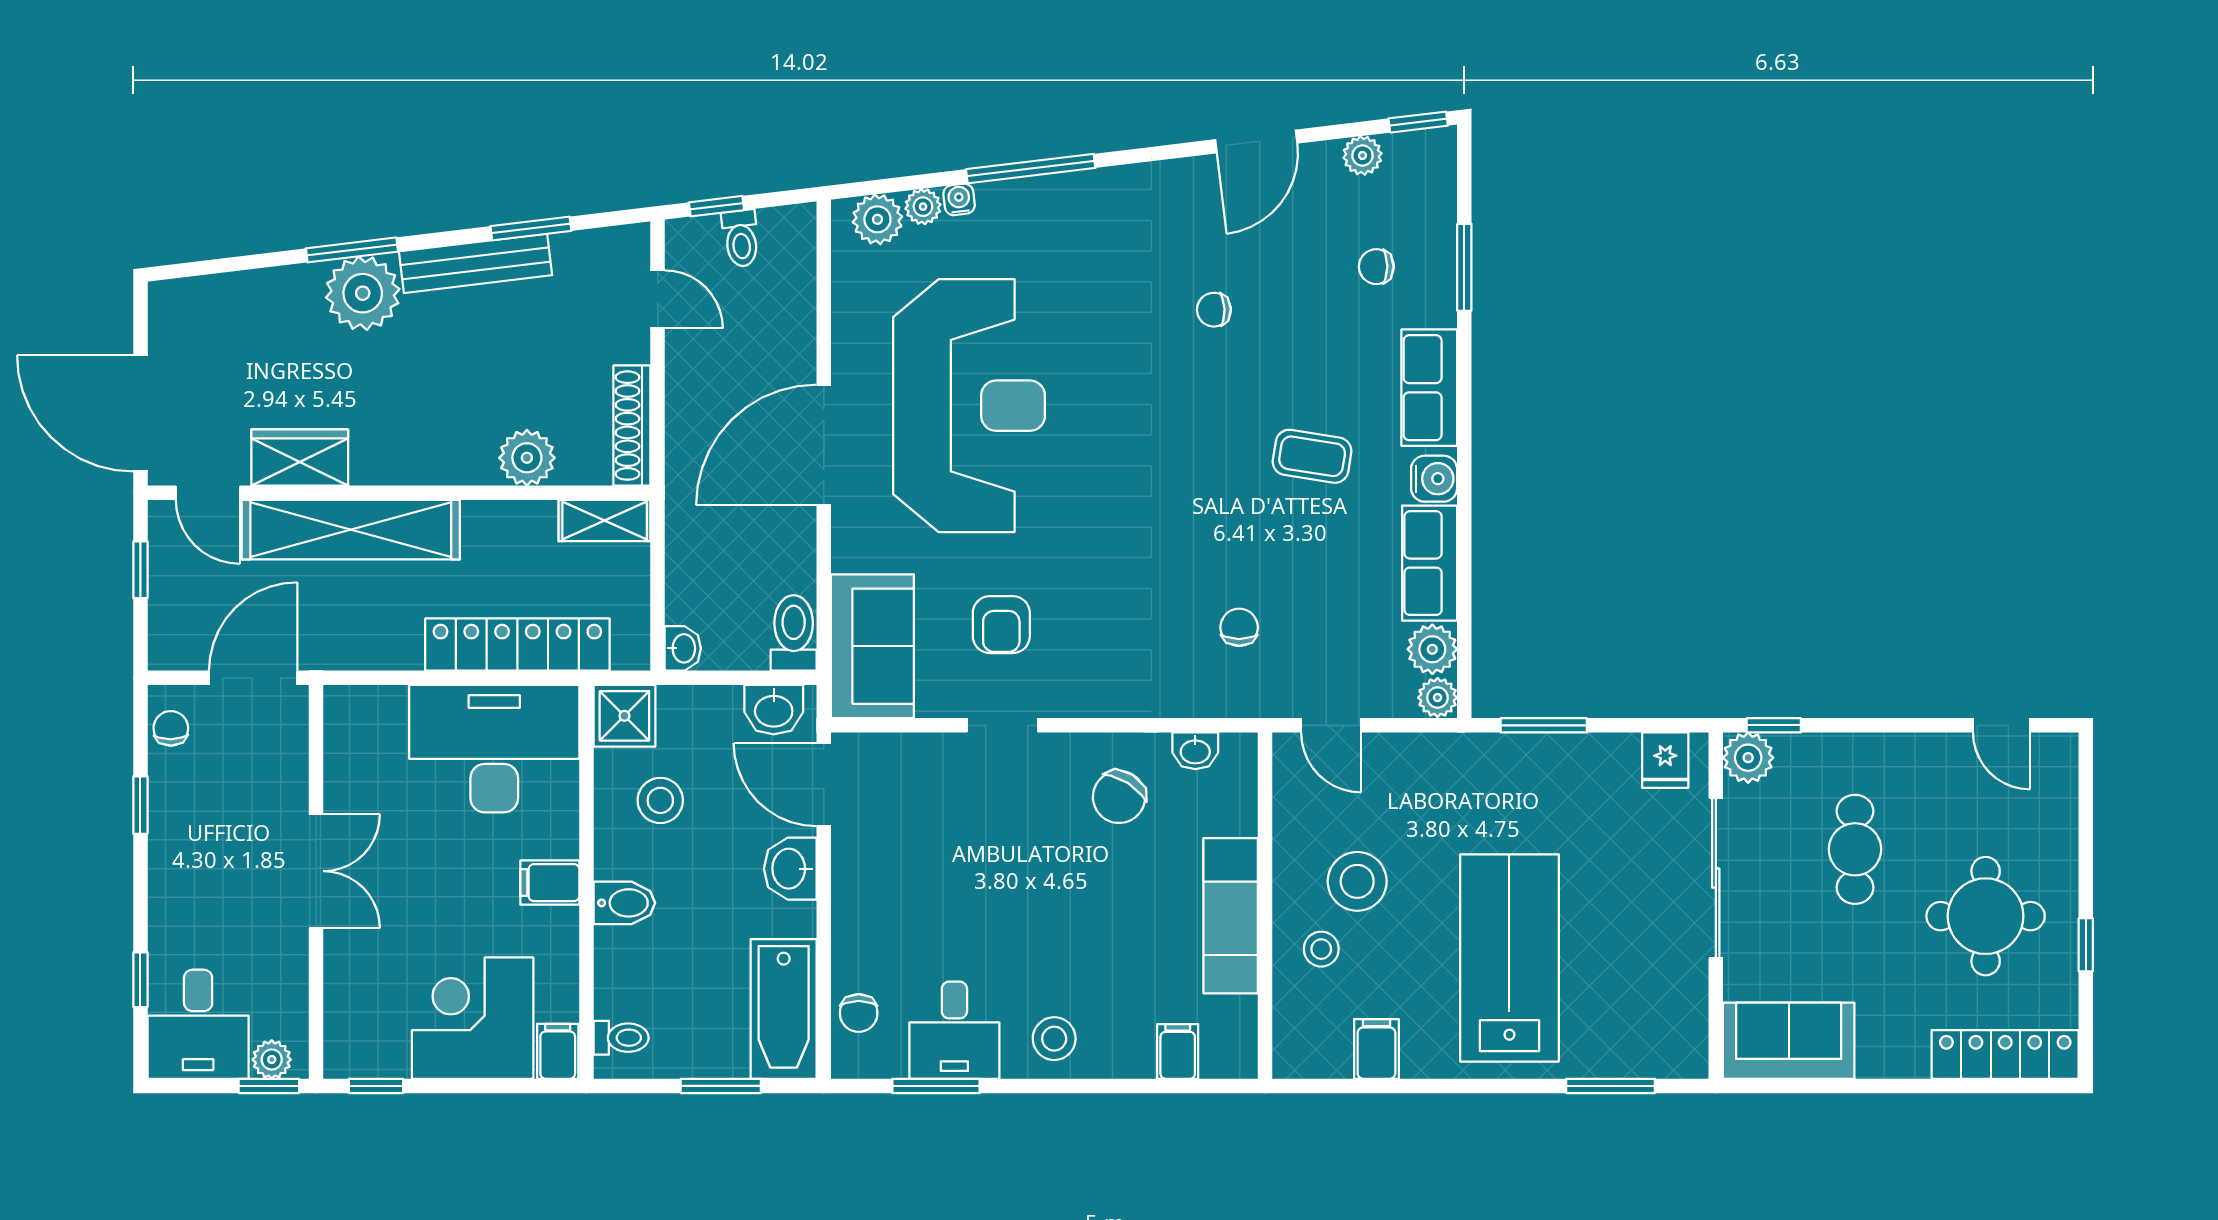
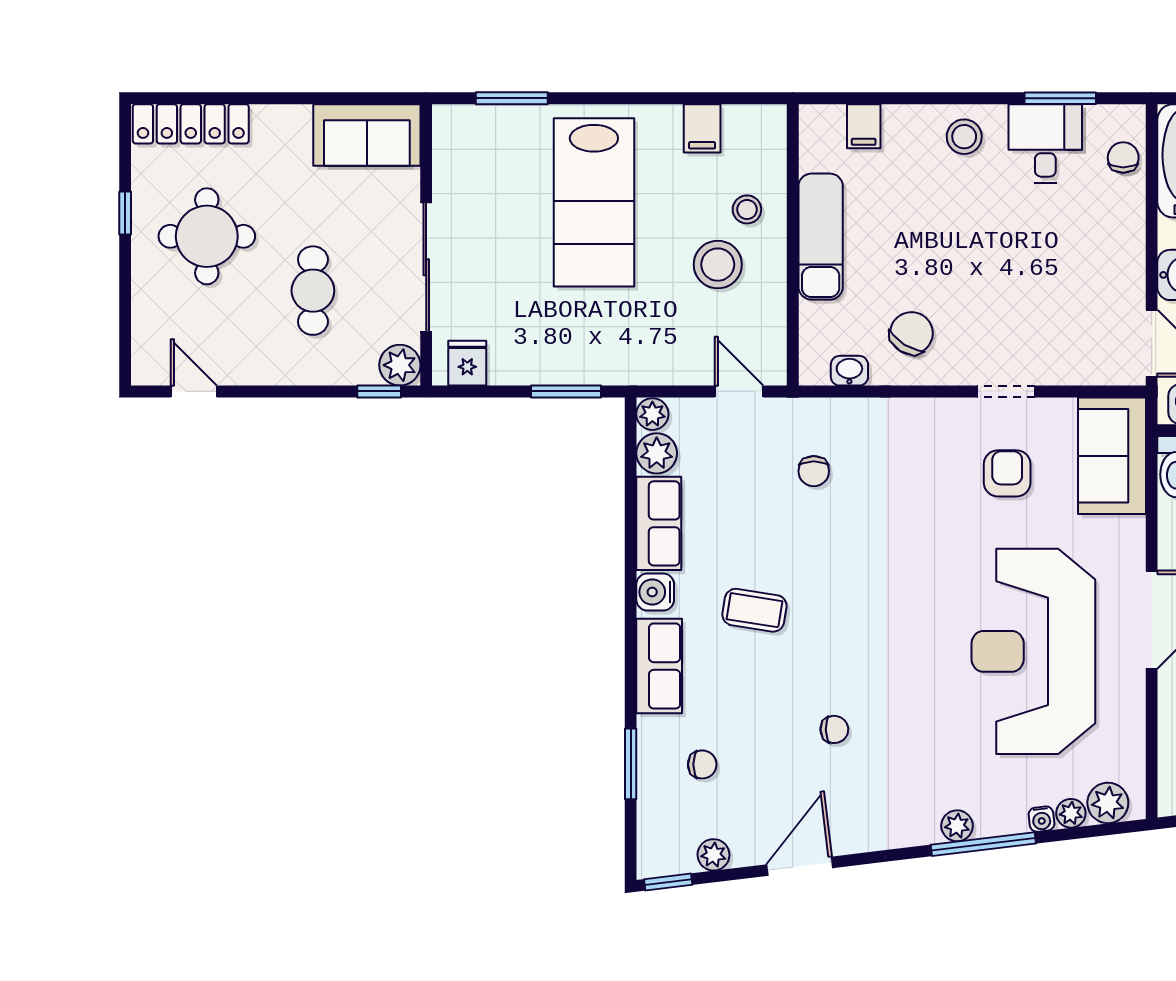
plant: (1063, 191) -> (957, 826), added

